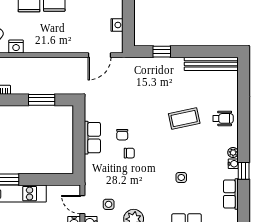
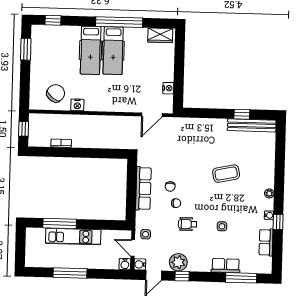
window: (162, 52) -> (242, 114), moved
window: (42, 100) -> (99, 153), removed
wheelchair: (223, 118) -> (188, 224), moved, turned 180
row of seats: (92, 138) -> (143, 188), width x1.48
plant: (233, 153) -> (269, 193), moved
side table: (109, 204) -> (146, 234), moved

